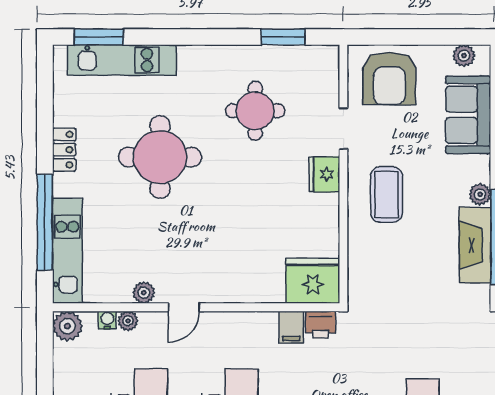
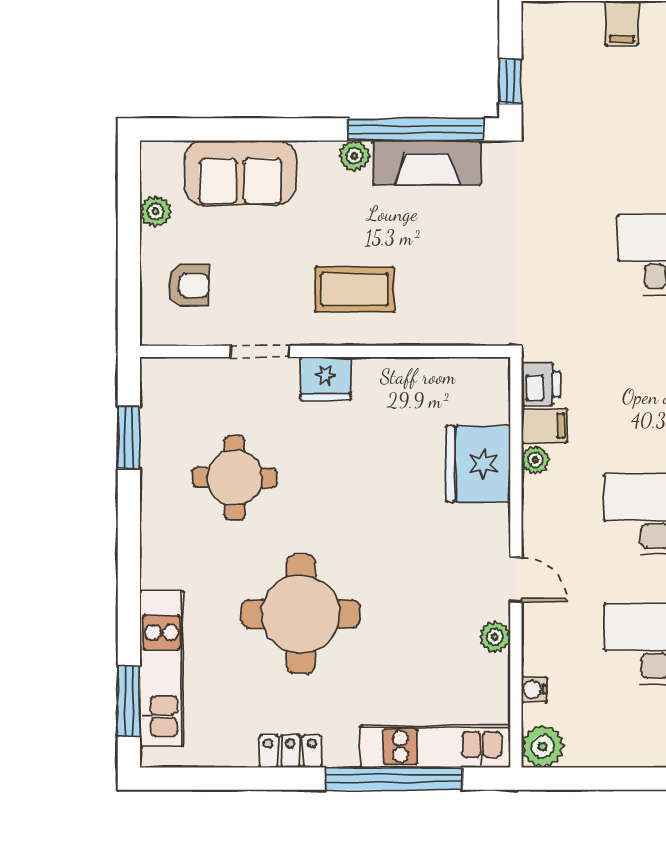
plant: (464, 56) -> (155, 212), moved
armchair: (389, 78) -> (188, 285), width x0.53, depth x0.53
fridge: (313, 281) -> (478, 464), moved
plant: (128, 321) -> (535, 460), moved

